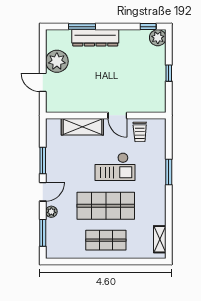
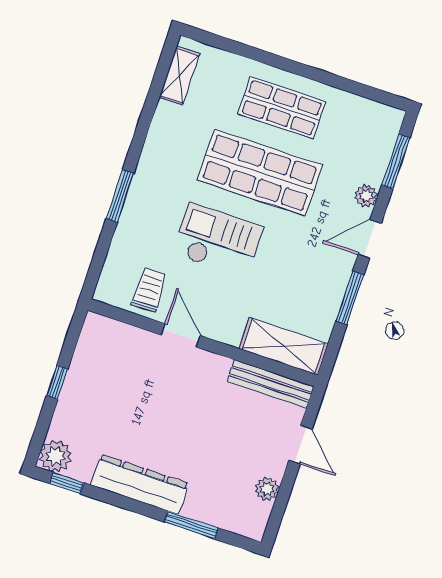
dresser: (95, 38) -> (140, 484), moved
plant: (57, 61) -> (267, 489), width x0.53, depth x0.53
bench: (67, 107) -> (271, 384), added
shelving: (82, 127) -> (284, 346), moved

